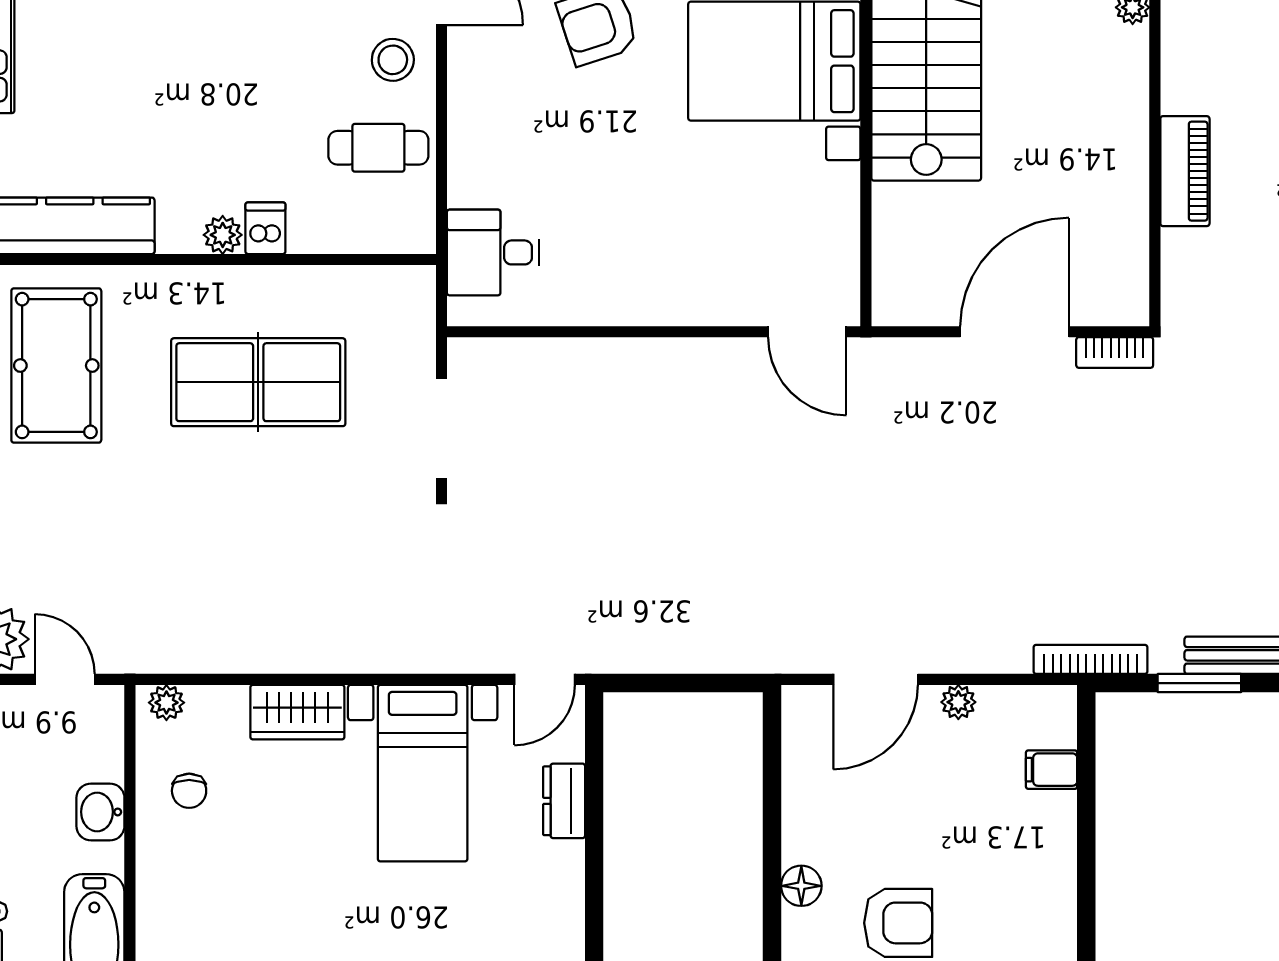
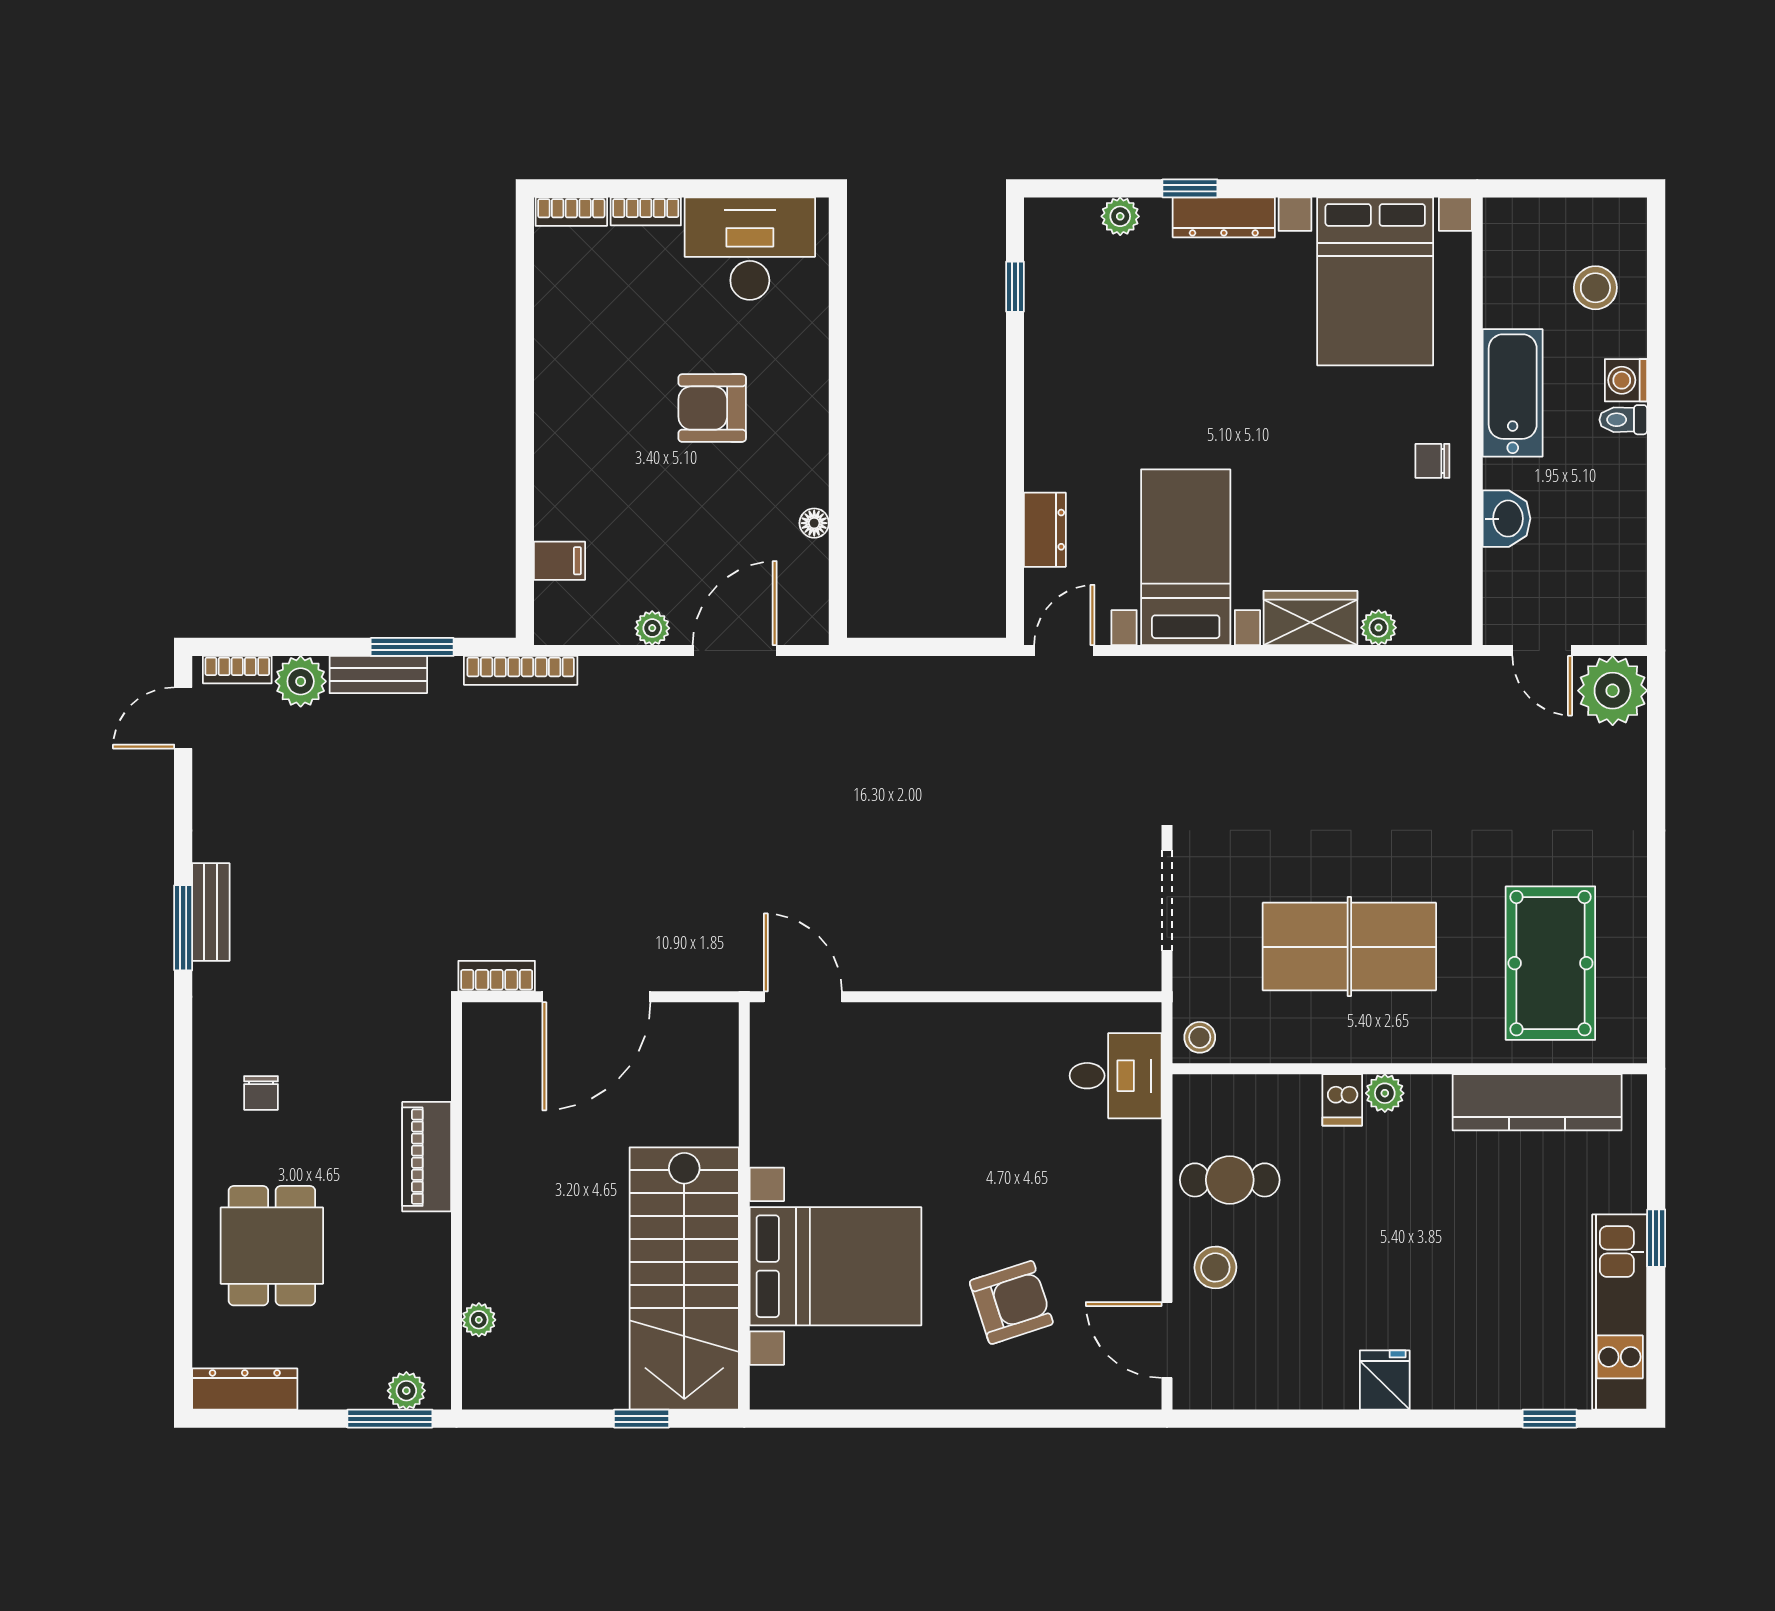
stool: (409, 291) -> (1200, 1037), added
plant: (166, 703) -> (1379, 628), moved
chair: (189, 791) -> (1432, 461), moved, turned -90
floor lamp: (801, 886) -> (814, 523), moved, width x0.73, depth x0.73

